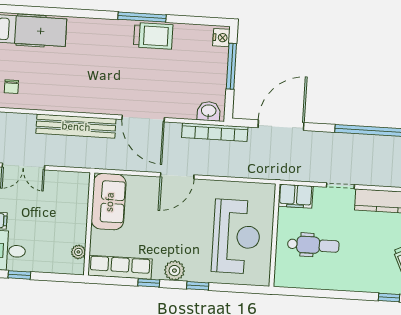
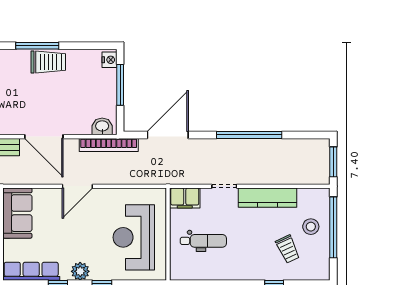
reception desk: (236, 237) -> (134, 237), turned 180

